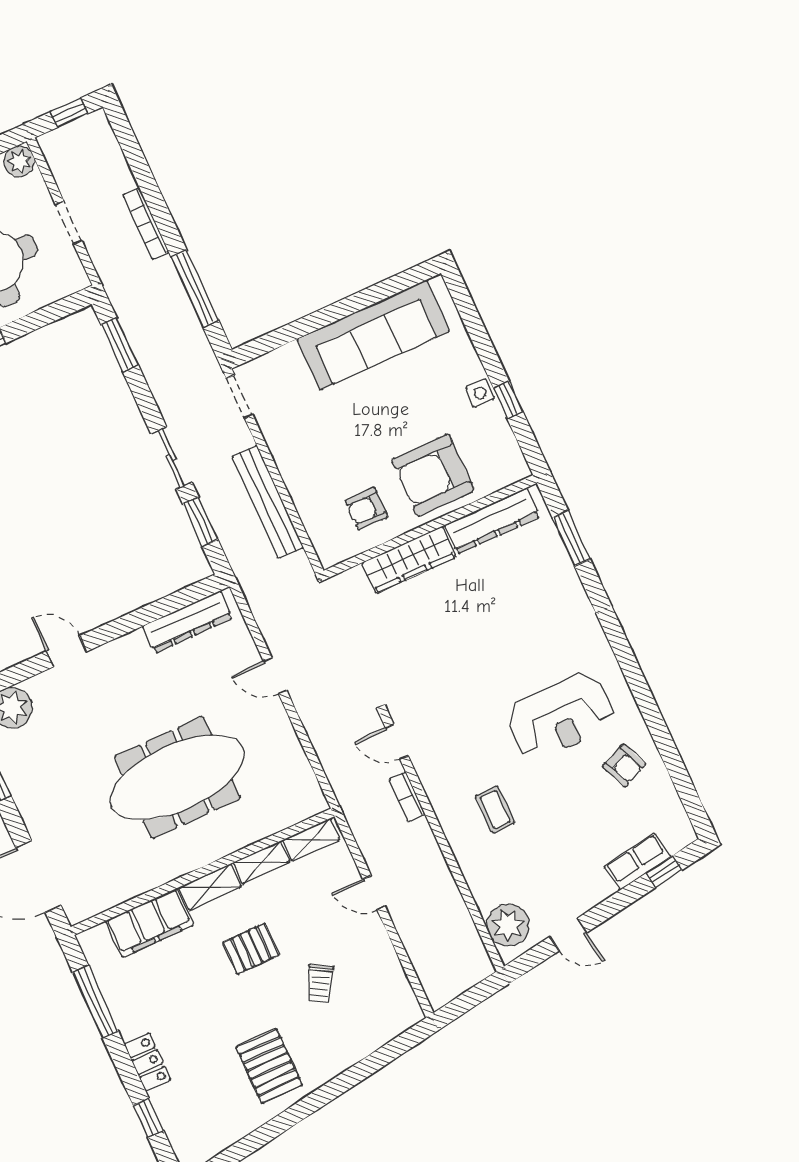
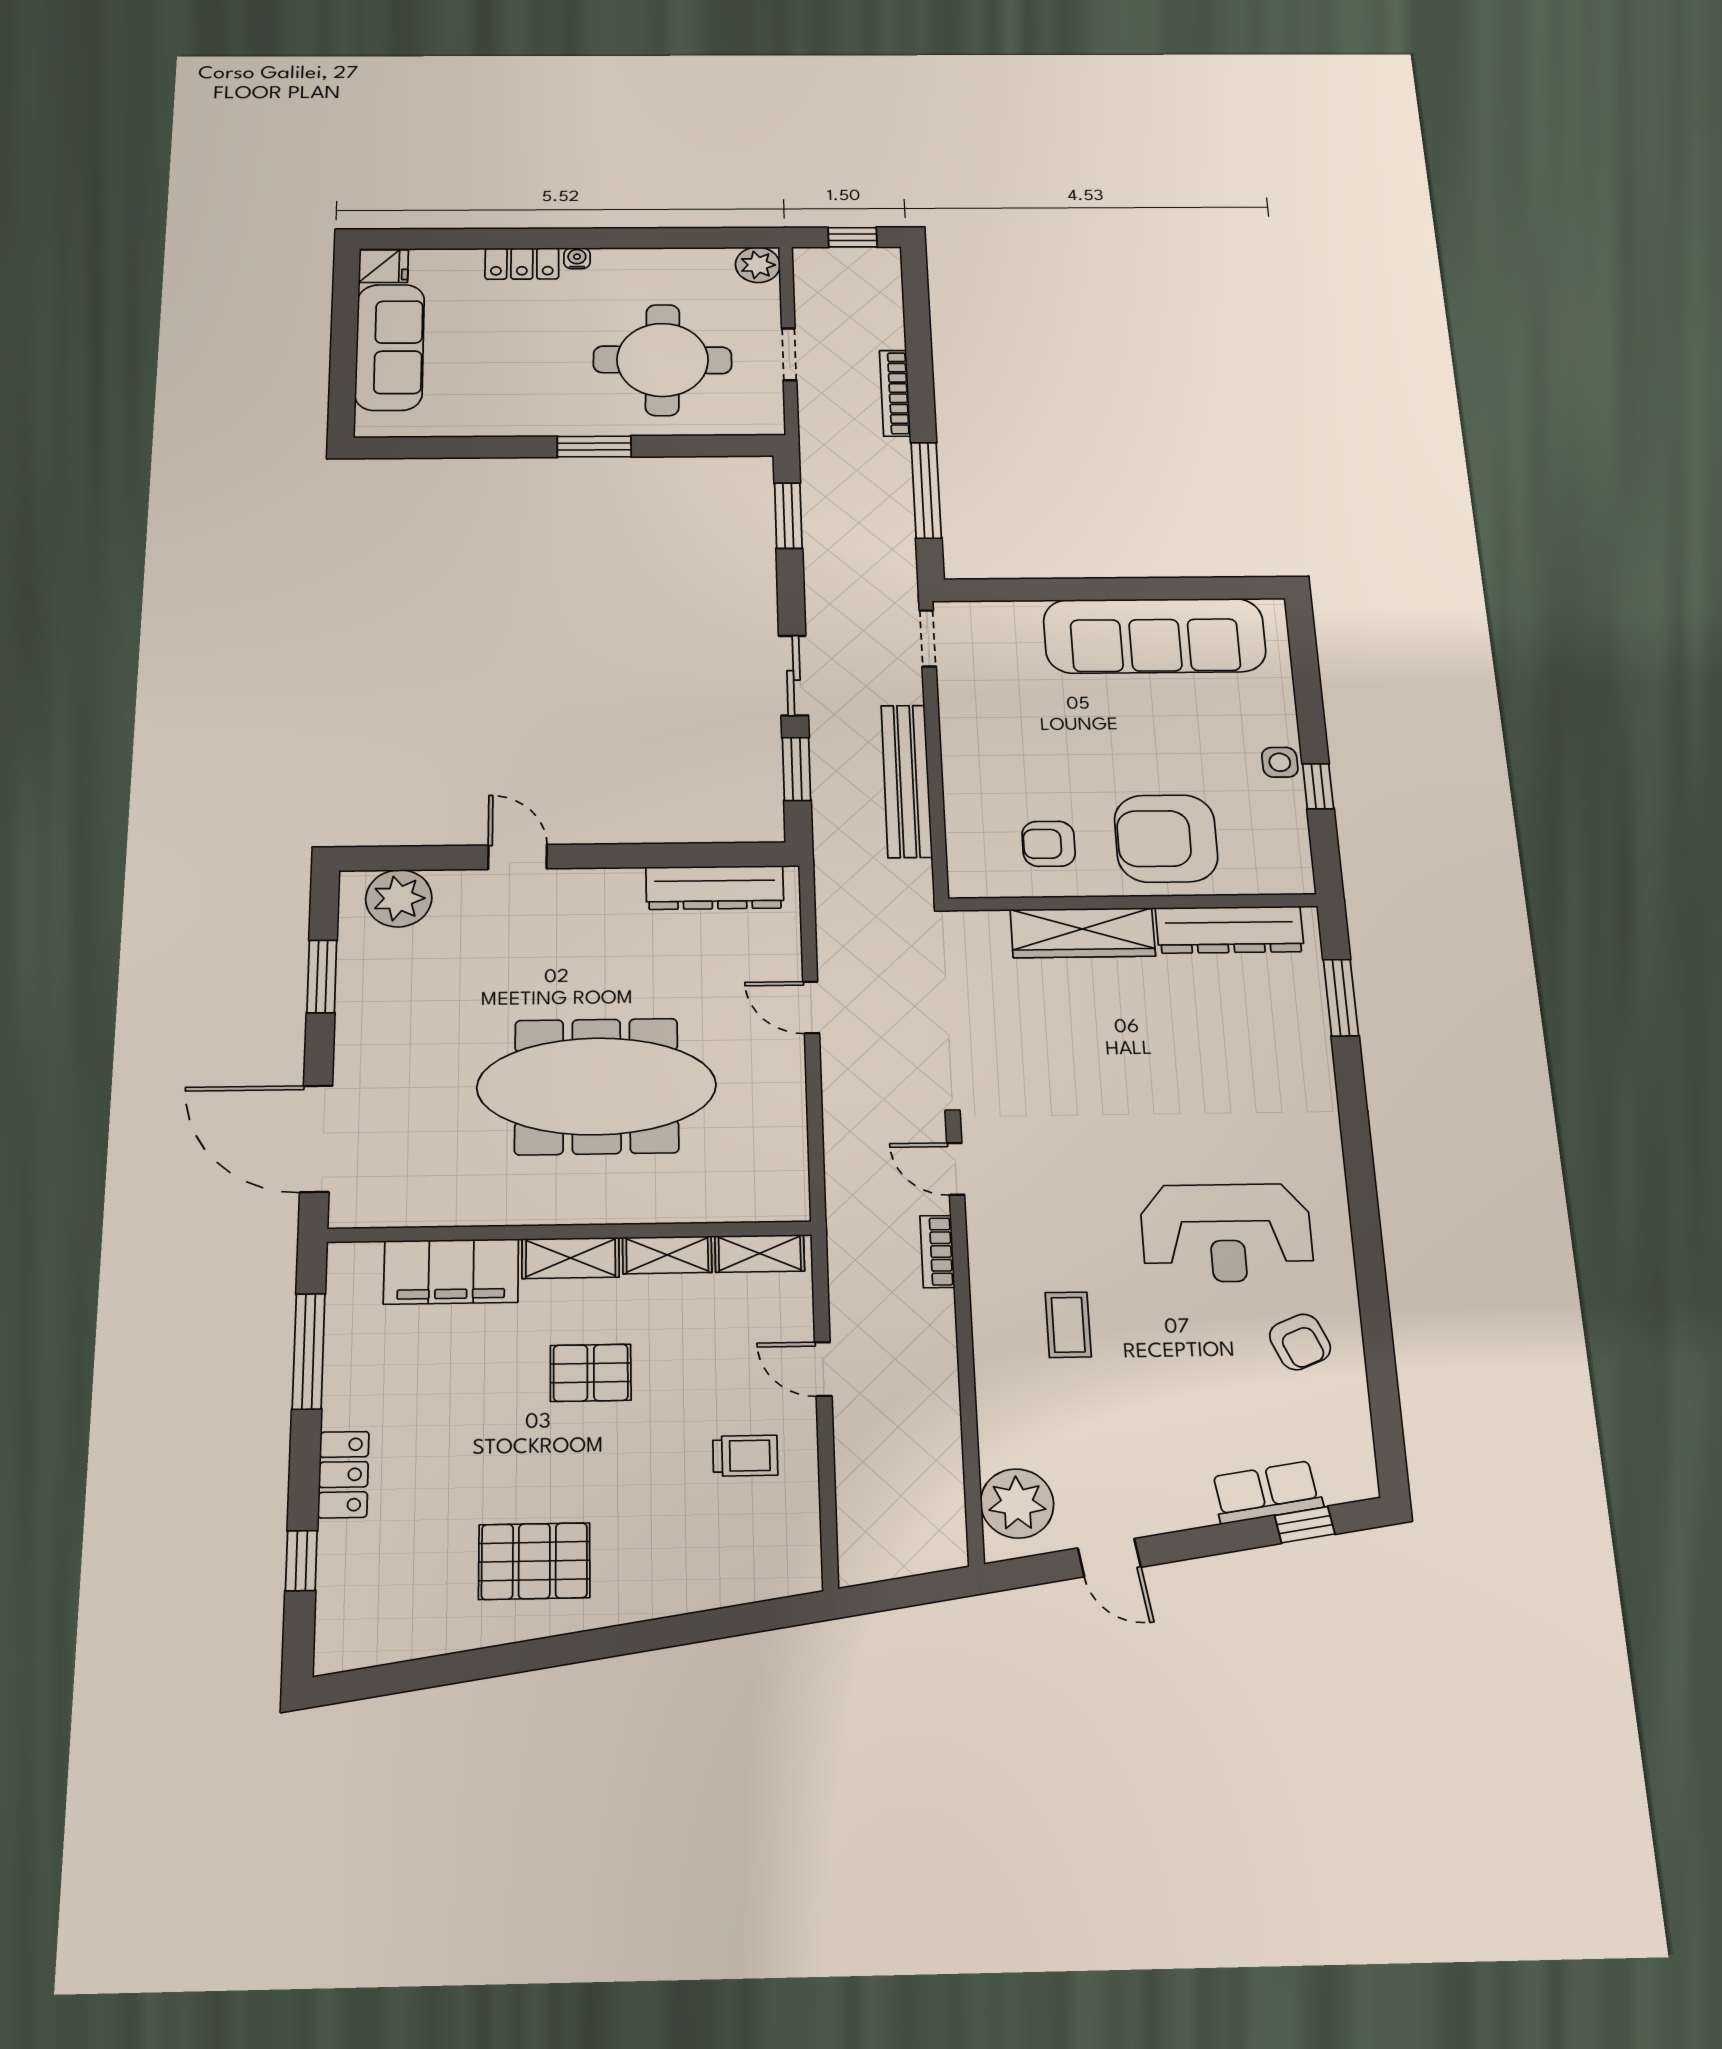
trolley: (320, 984) -> (745, 1456), moved, turned -120
pallet: (269, 1066) -> (534, 1561), turned 90

